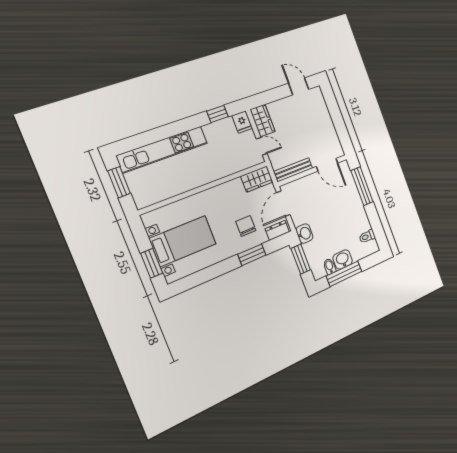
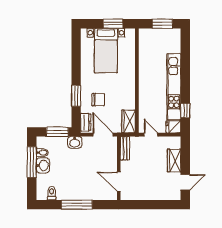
wardrobe: (263, 120) -> (174, 160), moved, turned 90
door: (262, 146) -> (151, 135), swing flipped
kitchen unit: (162, 149) -> (174, 87), moved
door: (327, 165) -> (119, 182), hinge flipped
bench: (293, 170) -> (125, 148), width x0.73
window: (362, 186) -> (77, 205), moved
window: (152, 263) -> (113, 24), moved

